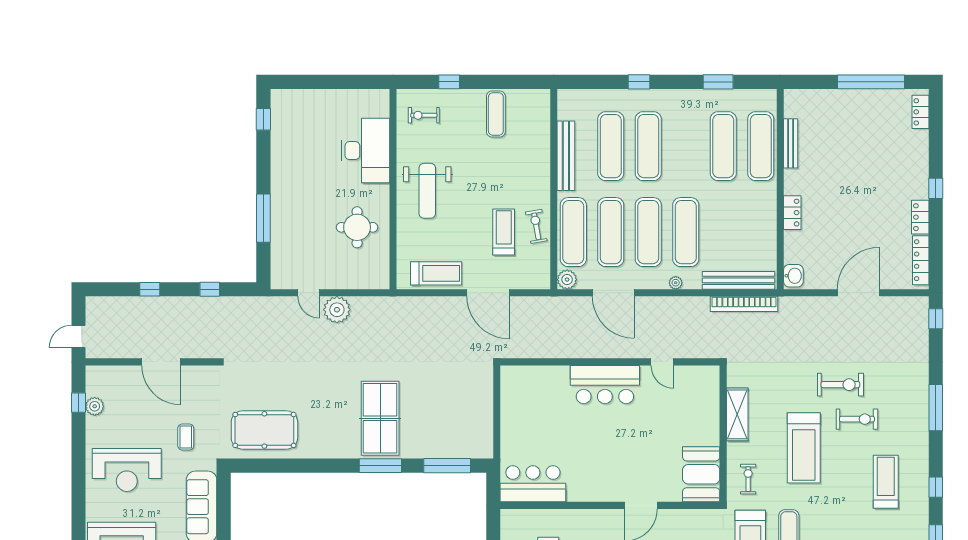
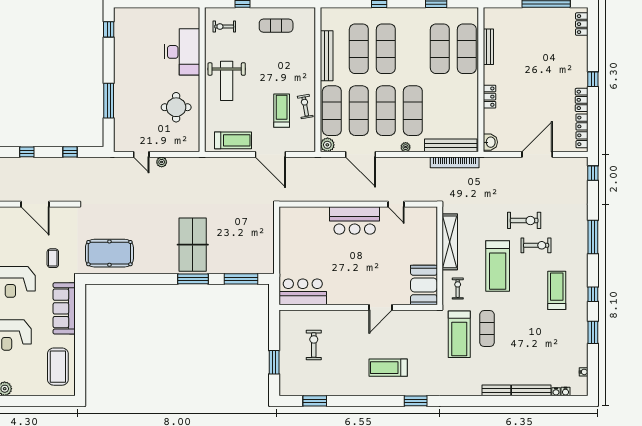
exercise mat: (496, 114) -> (276, 26), turned 90
plant: (337, 310) -> (162, 162), width x0.53, depth x0.53
shelving: (737, 414) -> (450, 242), width x1.47

